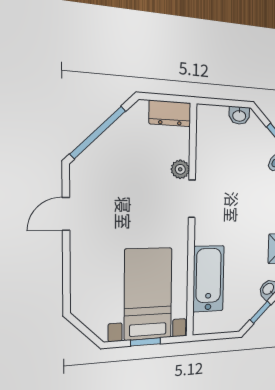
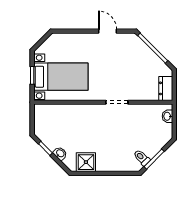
washbasin: (239, 115) -> (167, 116), moved
plant: (180, 169) -> (134, 95), removed
bathtub: (208, 279) -> (68, 113), removed

